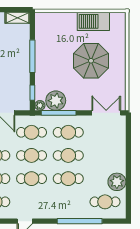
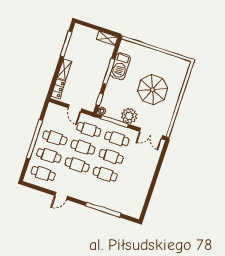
barbecue: (93, 21) -> (120, 66), moved, turned -90
plant: (56, 101) -> (129, 116), moved
double door: (106, 113) -> (151, 133), swing flipped
plant: (117, 182) -> (142, 189), removed
cafe table: (105, 202) -> (127, 201), removed

